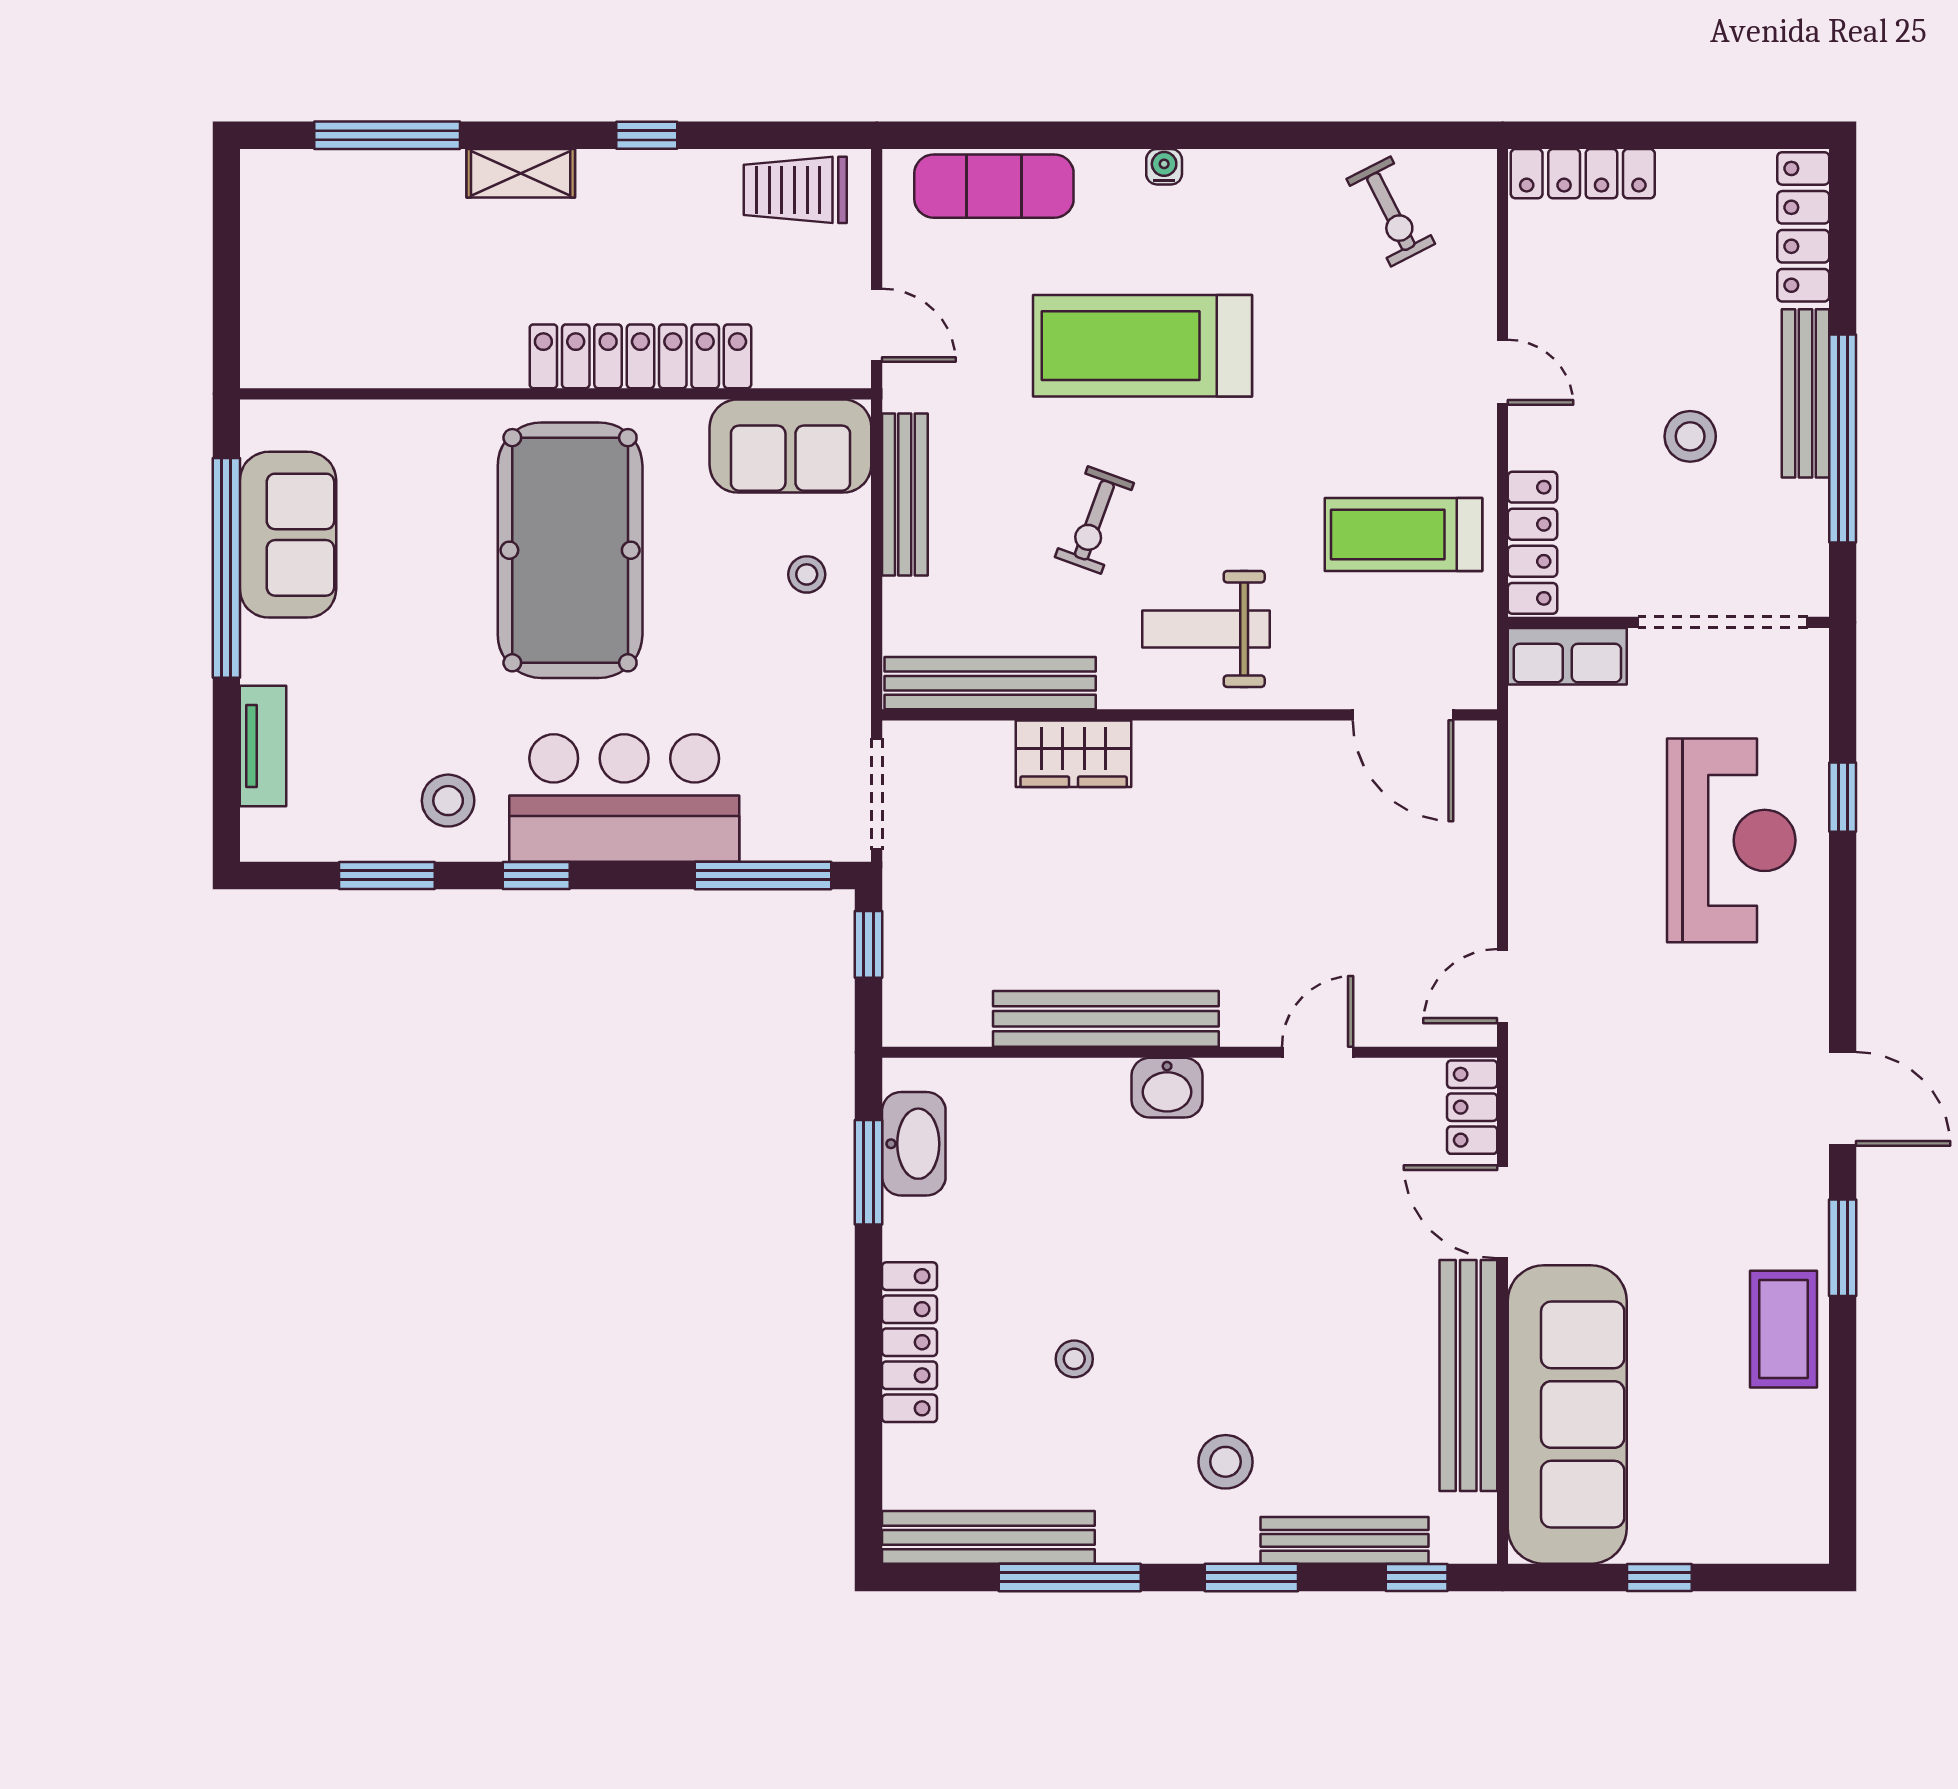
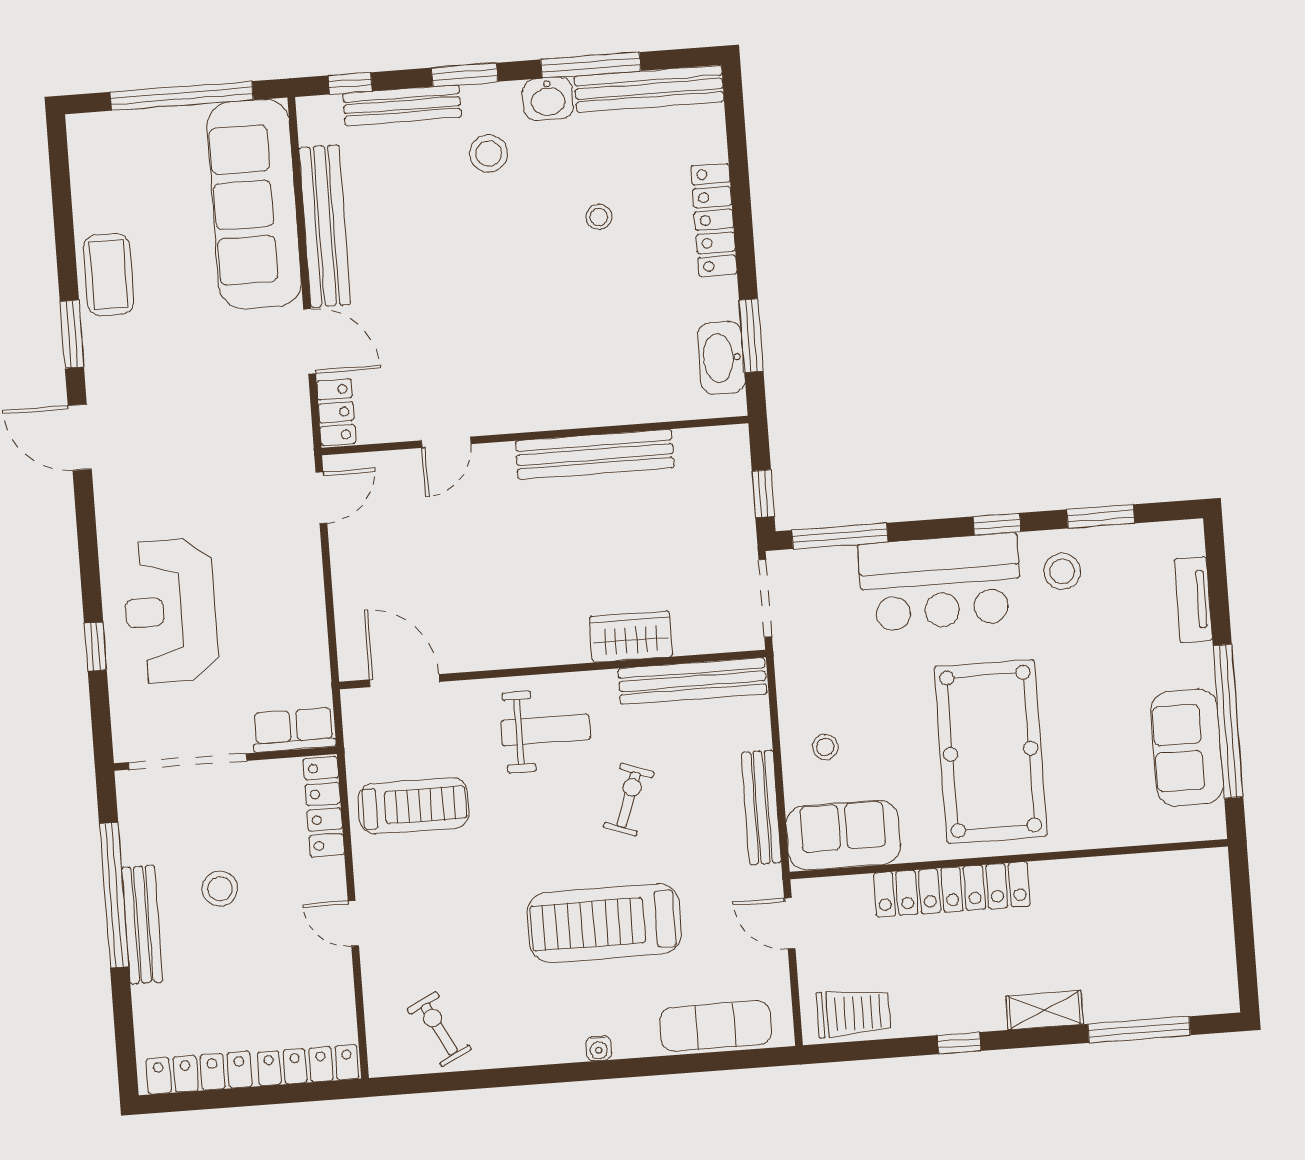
locker: (1803, 227) -> (199, 1073), moved, turned -90
treadmill: (1143, 346) -> (604, 923), turned 180
washbasin: (1167, 1088) -> (548, 99), moved, turned 180
window: (1659, 1577) -> (182, 96), width x3.17

